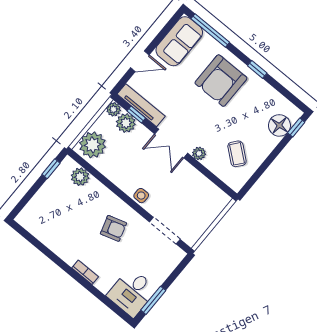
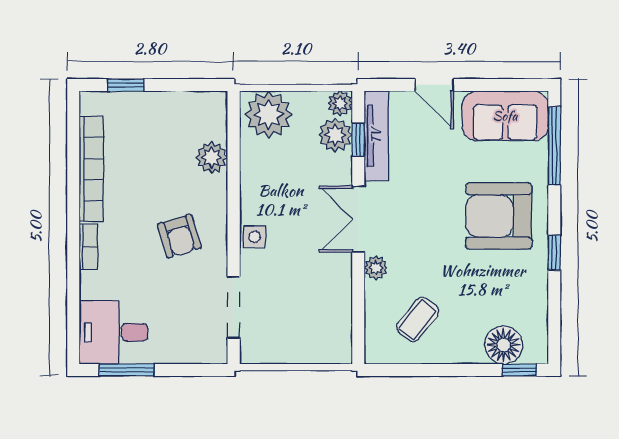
window: (51, 169) -> (126, 85), moved
plant: (80, 177) -> (212, 158), moved
bookcase: (52, 243) -> (91, 169), added

